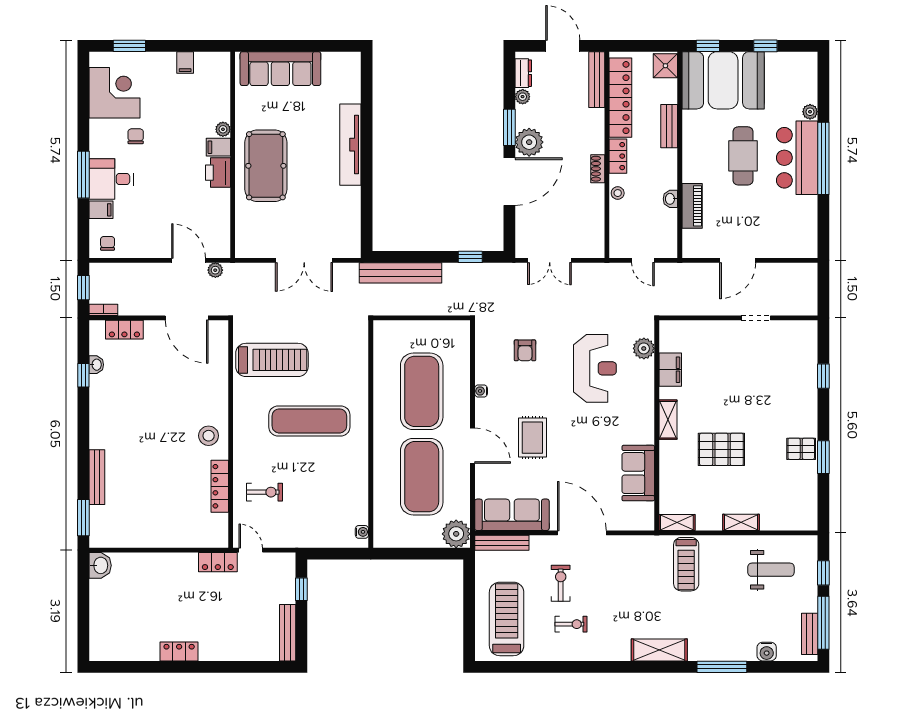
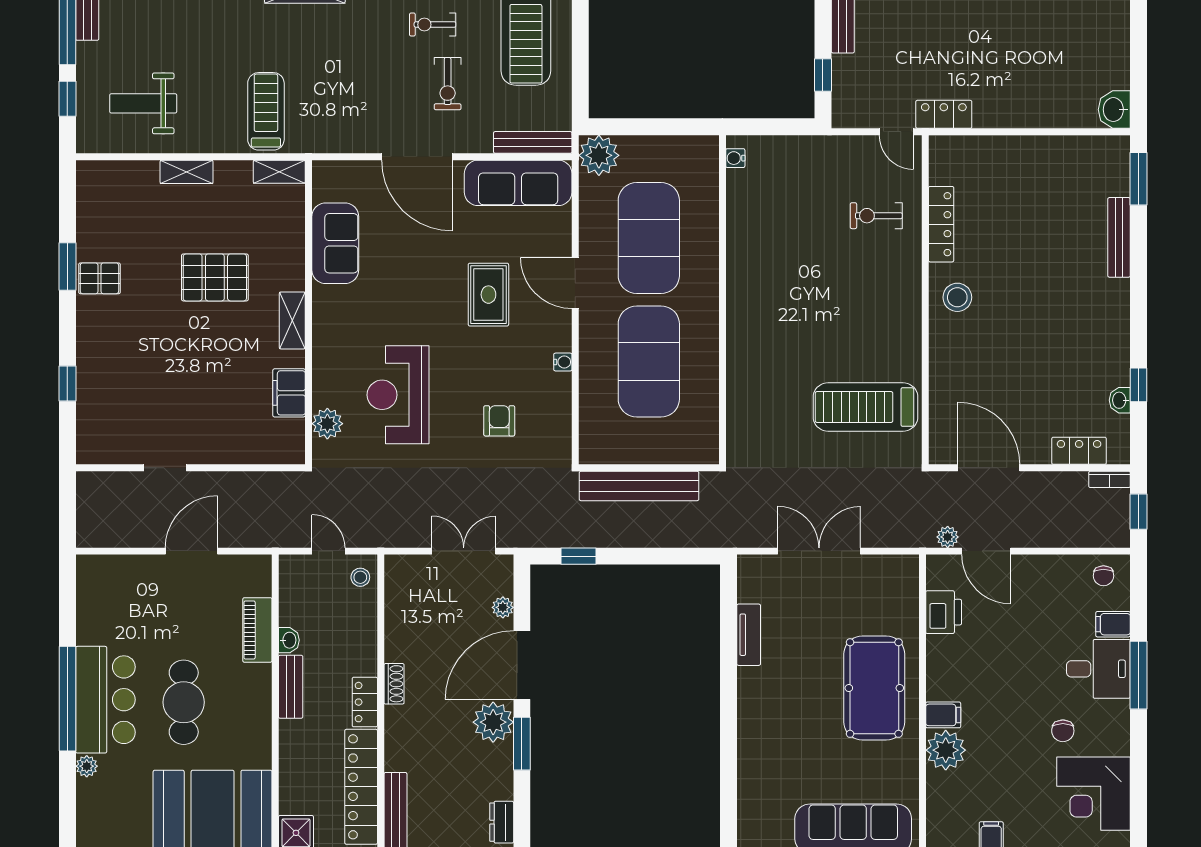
plant: (523, 97) -> (503, 607), moved
bench: (669, 126) -> (291, 687), moved
plant: (223, 129) -> (946, 750), width x1.88, depth x1.88
tv unit: (350, 145) -> (749, 635), moved, width x0.52, depth x0.78
printer: (218, 173) -> (944, 612), moved
stool: (618, 193) -> (360, 577), moved
bench: (401, 273) -> (639, 486), moved
exercise mat: (309, 421) -> (811, 319), removed

